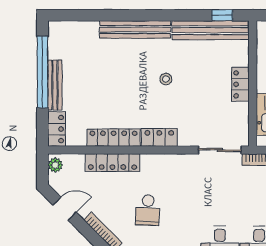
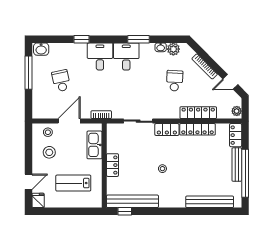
bench: (135, 29) -> (210, 202), moved
sliding door: (220, 150) -> (138, 121), moved

